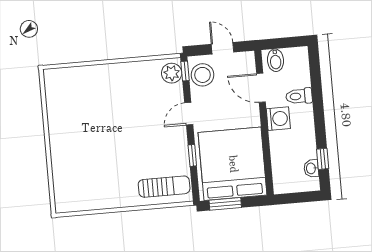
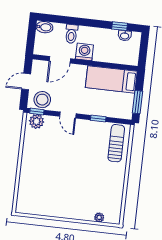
bidet: (276, 60) -> (44, 27), moved
bed: (233, 164) -> (111, 79), width x0.49
plant: (59, 184) -> (99, 217), added

